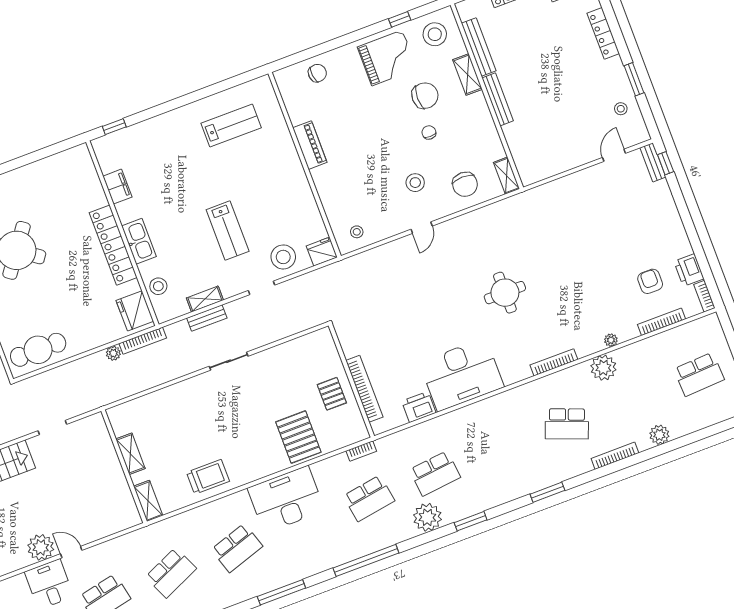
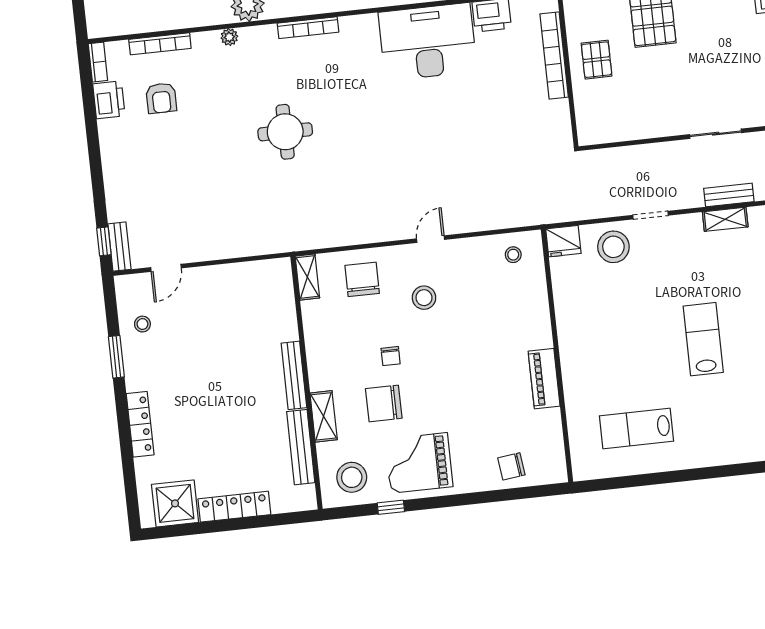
lab bench: (228, 230) -> (703, 339), moved
round table: (505, 293) -> (285, 132), moved

